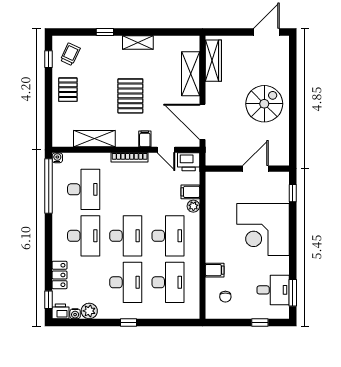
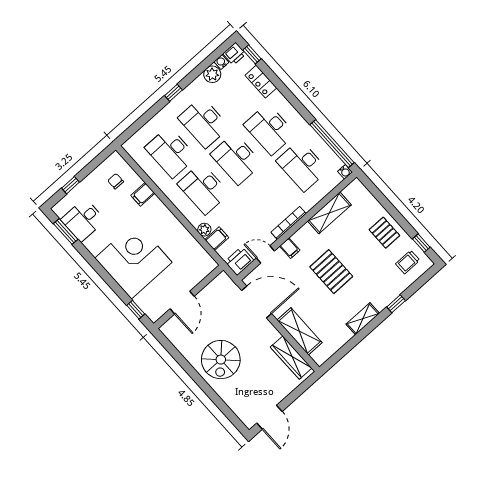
trolley: (70, 54) -> (408, 262), turned 65

